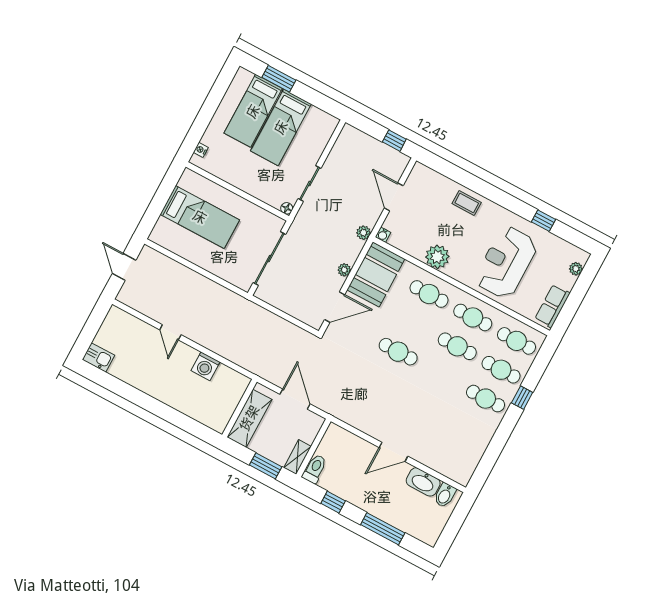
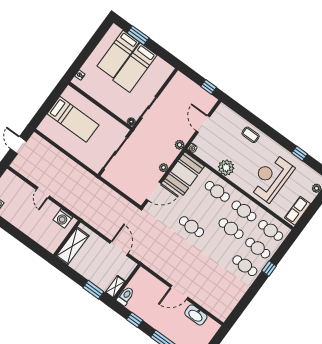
wall: (240, 408) -> (67, 238), moved
shelving: (249, 418) -> (72, 246), moved
bidet: (445, 495) -> (209, 326), removed

